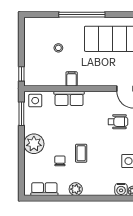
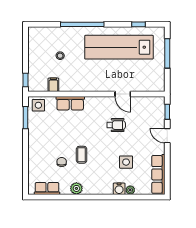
filing cabinet: (72, 79) -> (53, 85), moved
plant: (34, 144) -> (37, 146), removed

